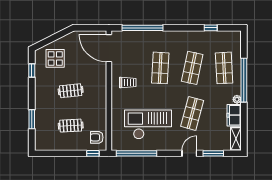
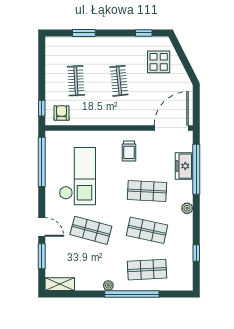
plant: (174, 35) -> (187, 208), added
freezer: (234, 115) -> (184, 166), moved, turned -90

